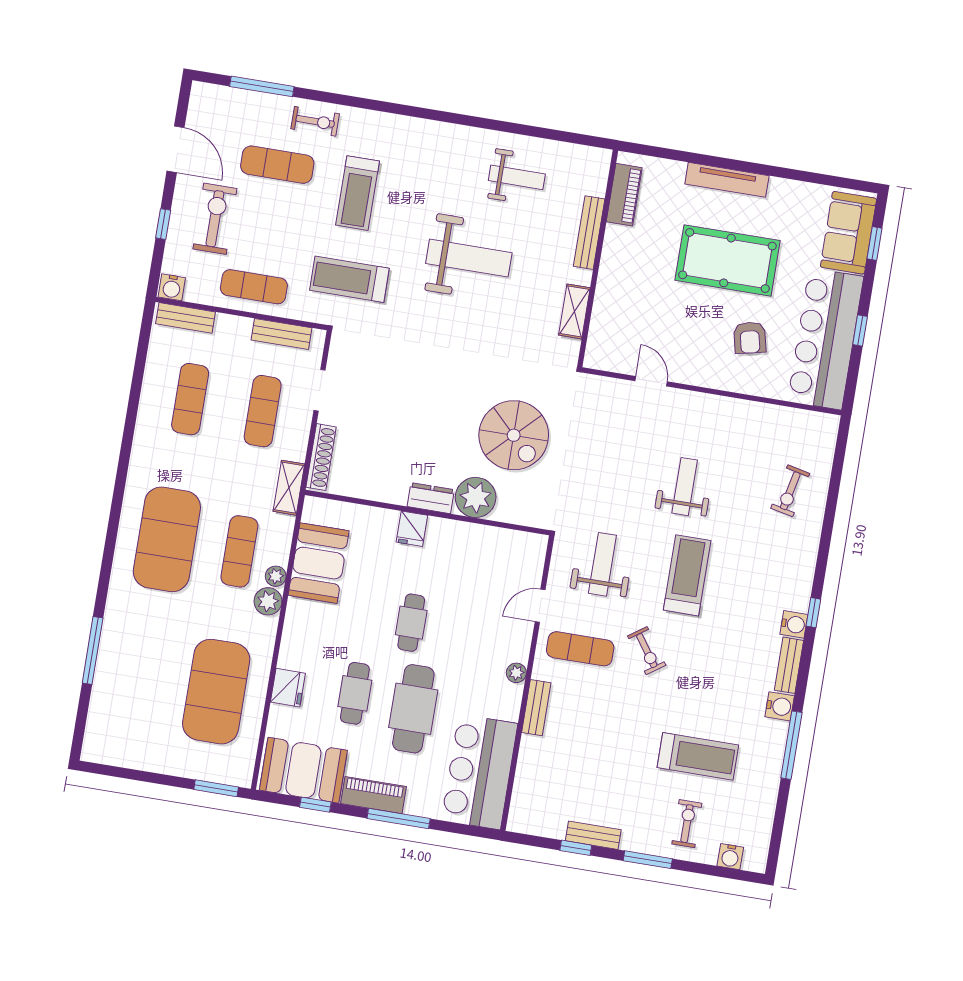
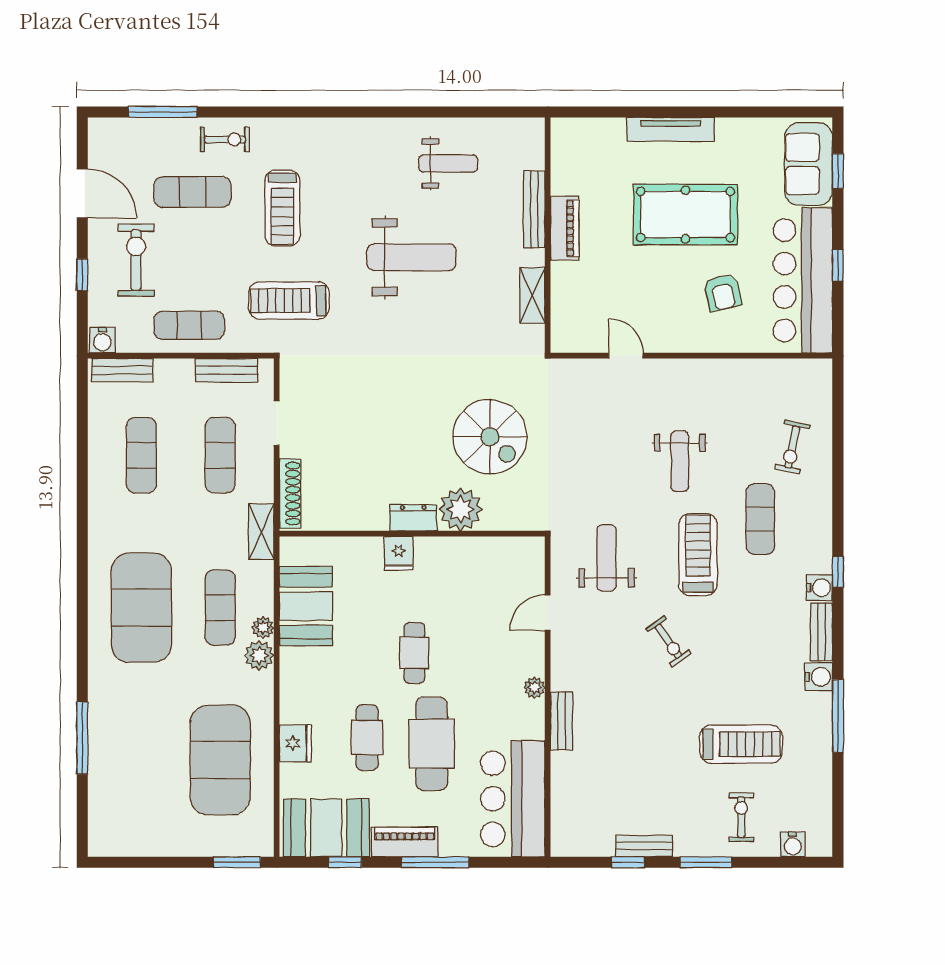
piano: (624, 195) -> (565, 228), moved
weight bench: (685, 487) -> (680, 461), turned 180
exercise mat: (580, 649) -> (760, 519), moved, turned 90

